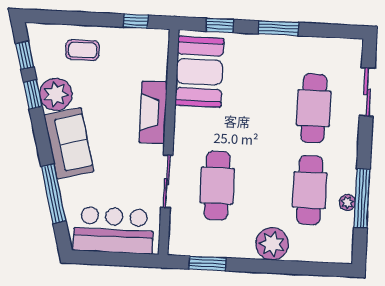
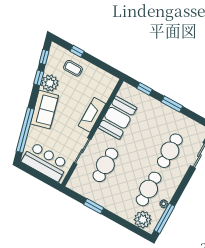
window: (136, 21) -> (77, 51), moved
booth: (199, 72) -> (117, 118), moved
window: (54, 194) -> (25, 130), width x1.46
window: (362, 198) -> (164, 218), moved
plant: (272, 244) -> (143, 220), moved
window: (207, 263) -> (94, 206), moved

